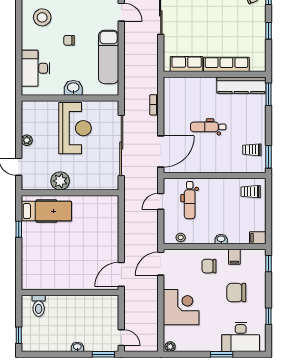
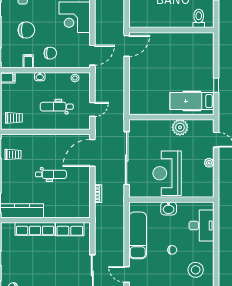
dental chair: (190, 200) -> (57, 107), moved, turned -90

